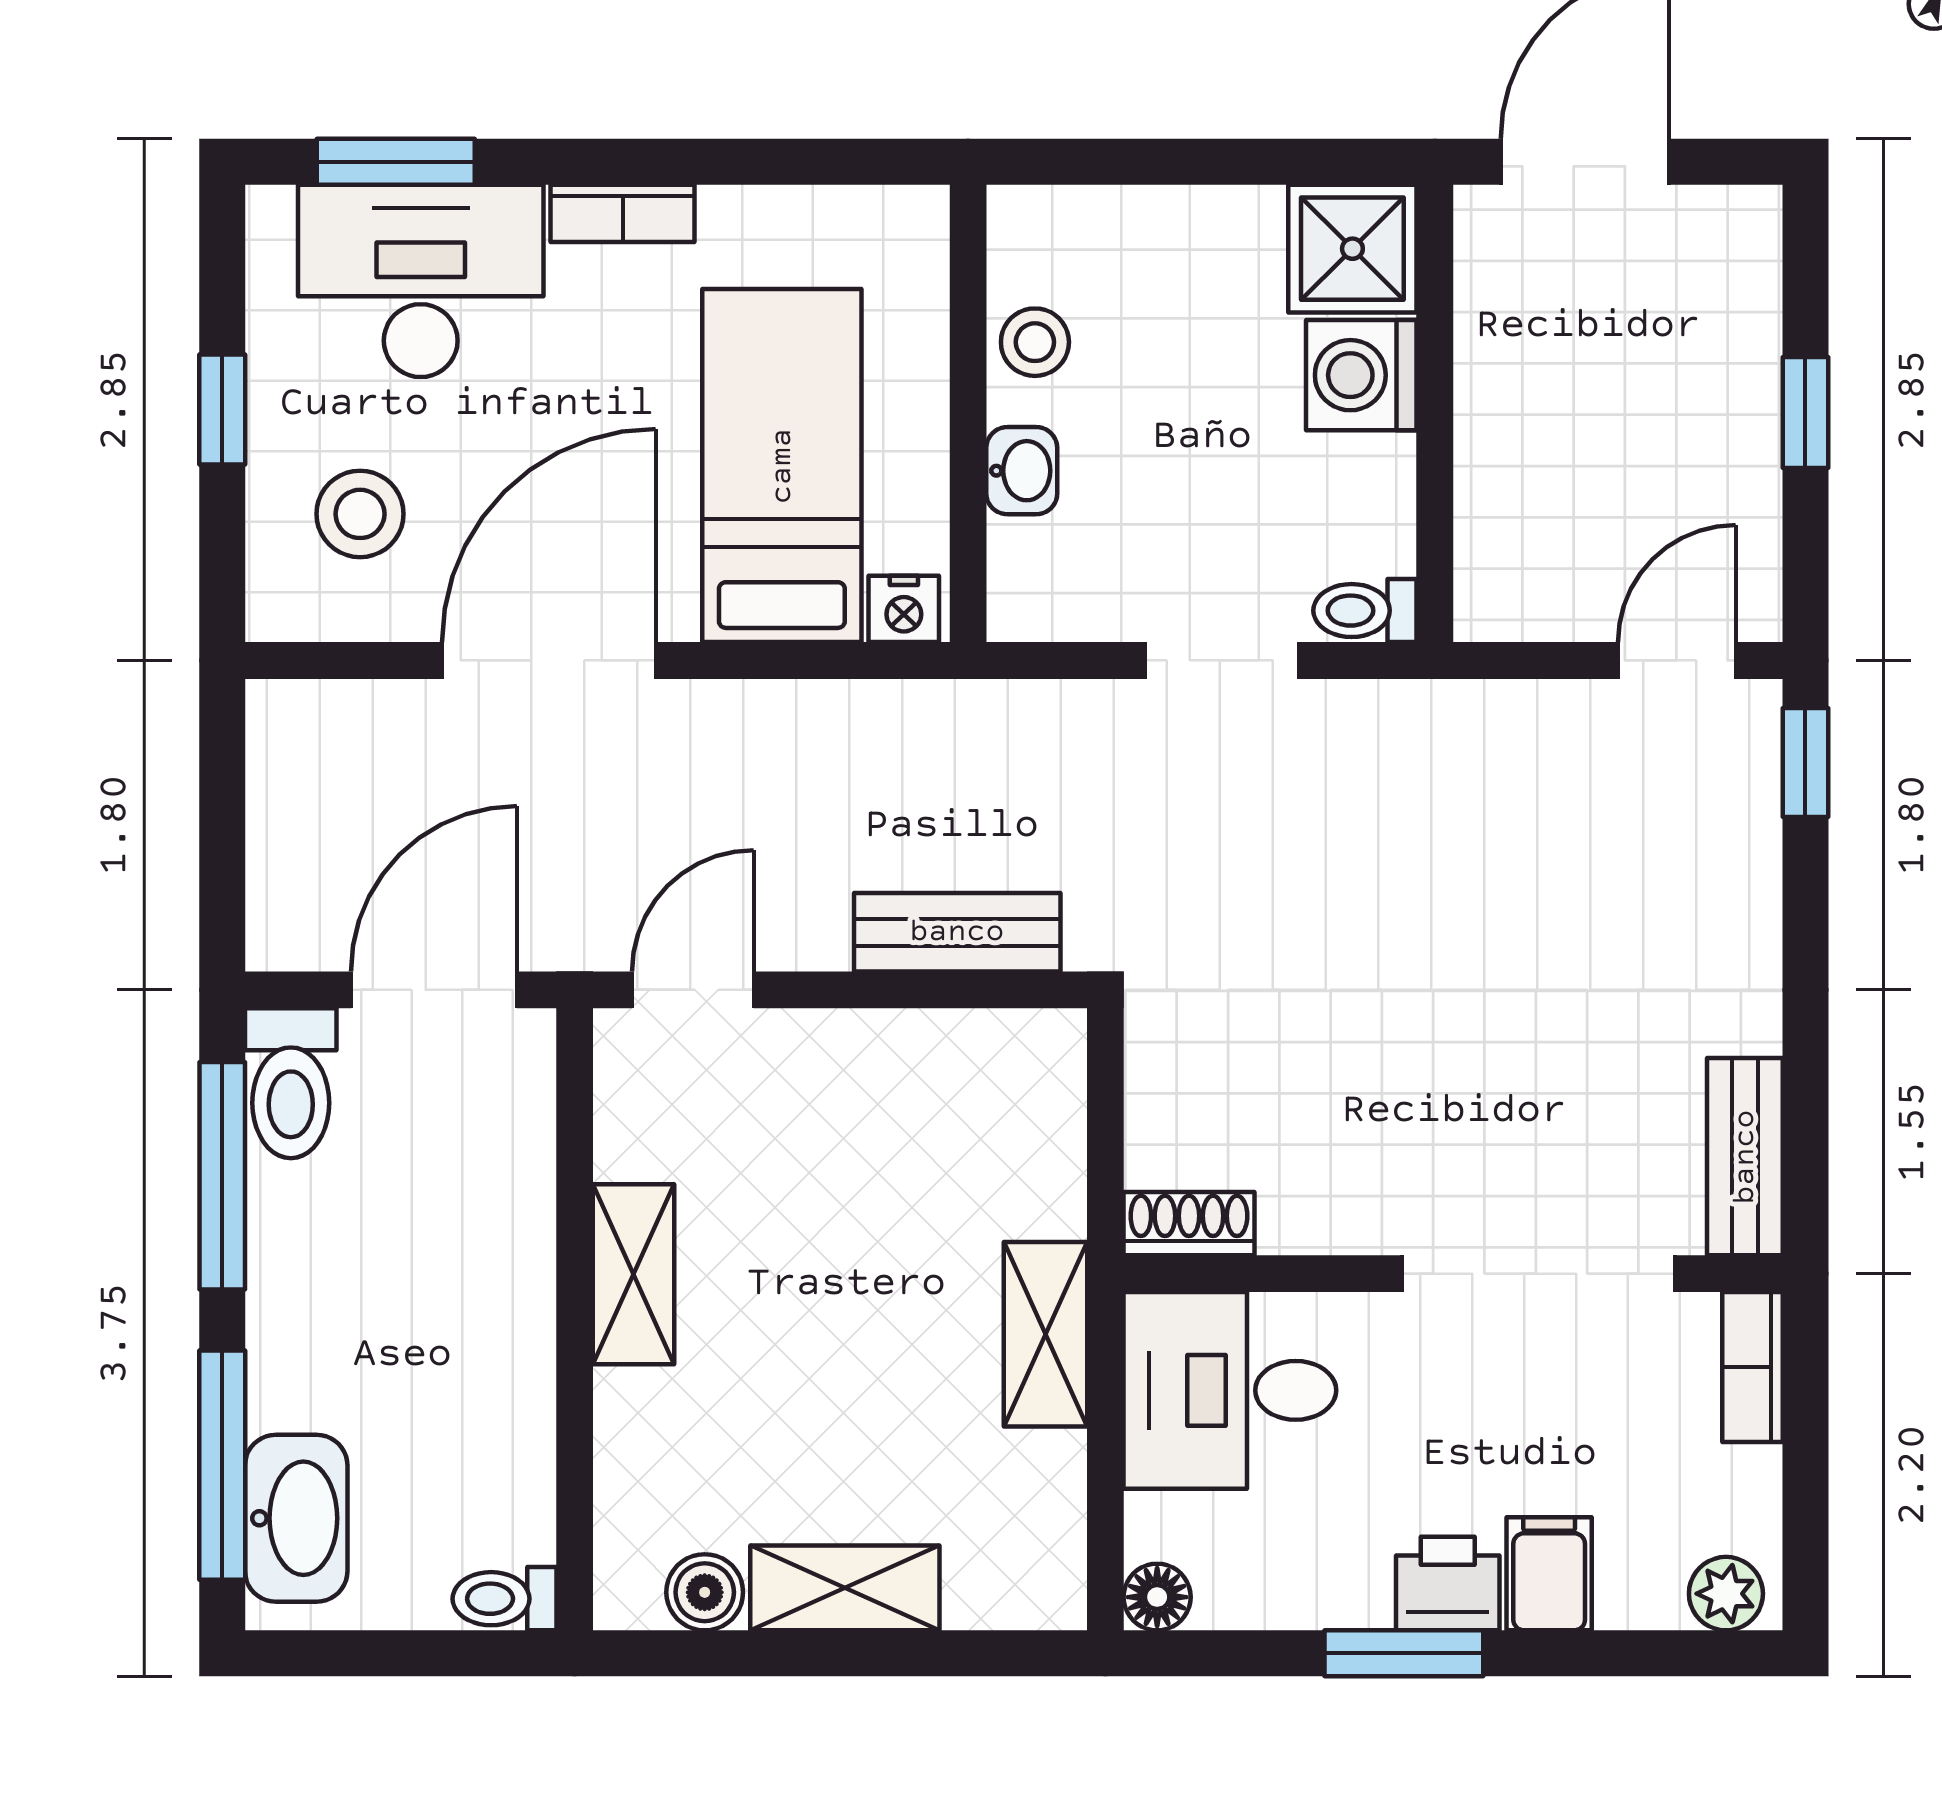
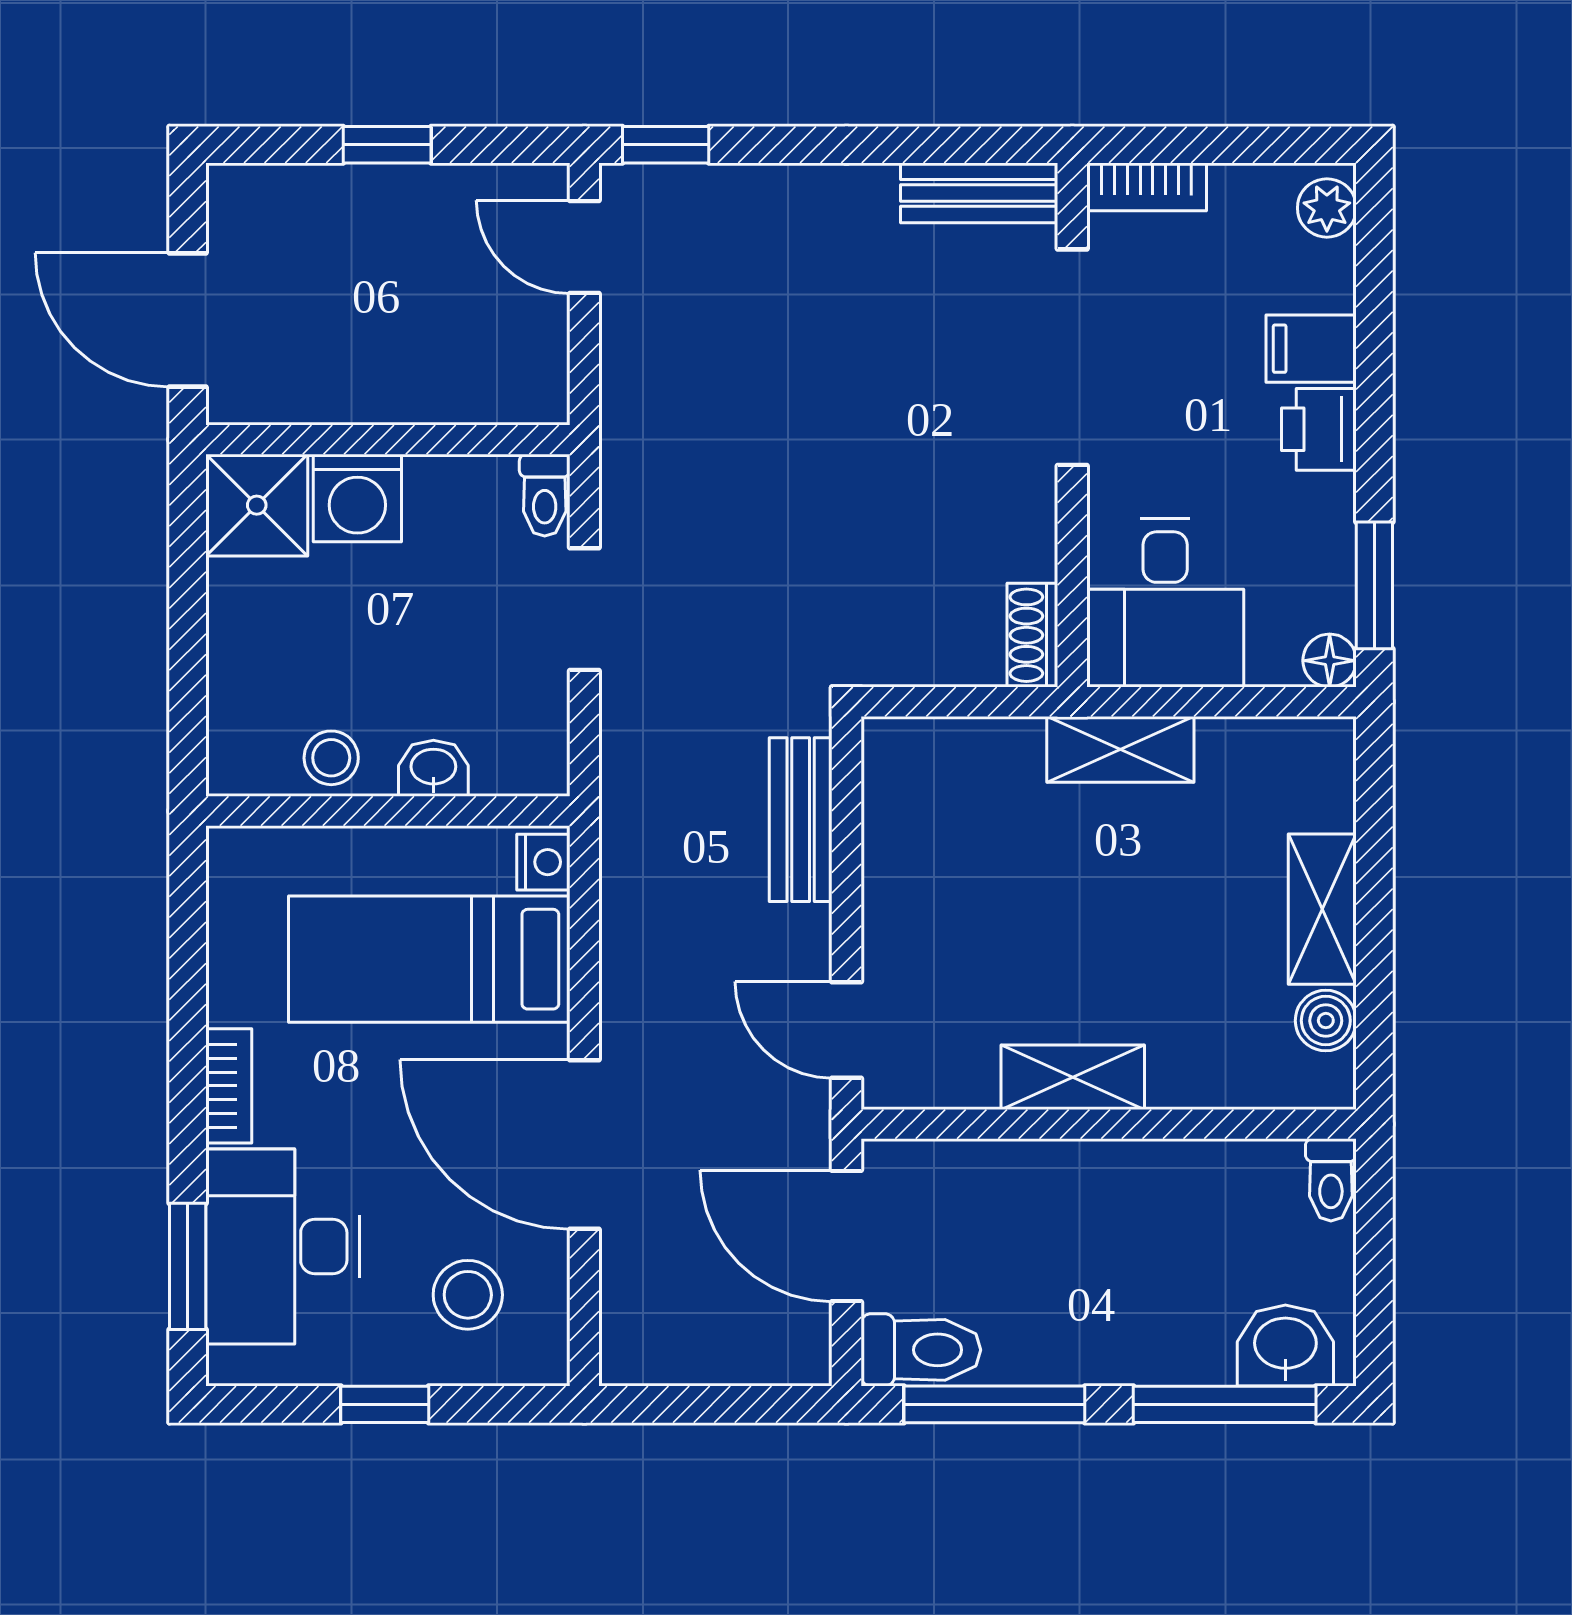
washbasin: (296, 1518) -> (1285, 1346), width x0.72
window: (1404, 1653) -> (1374, 585), moved

